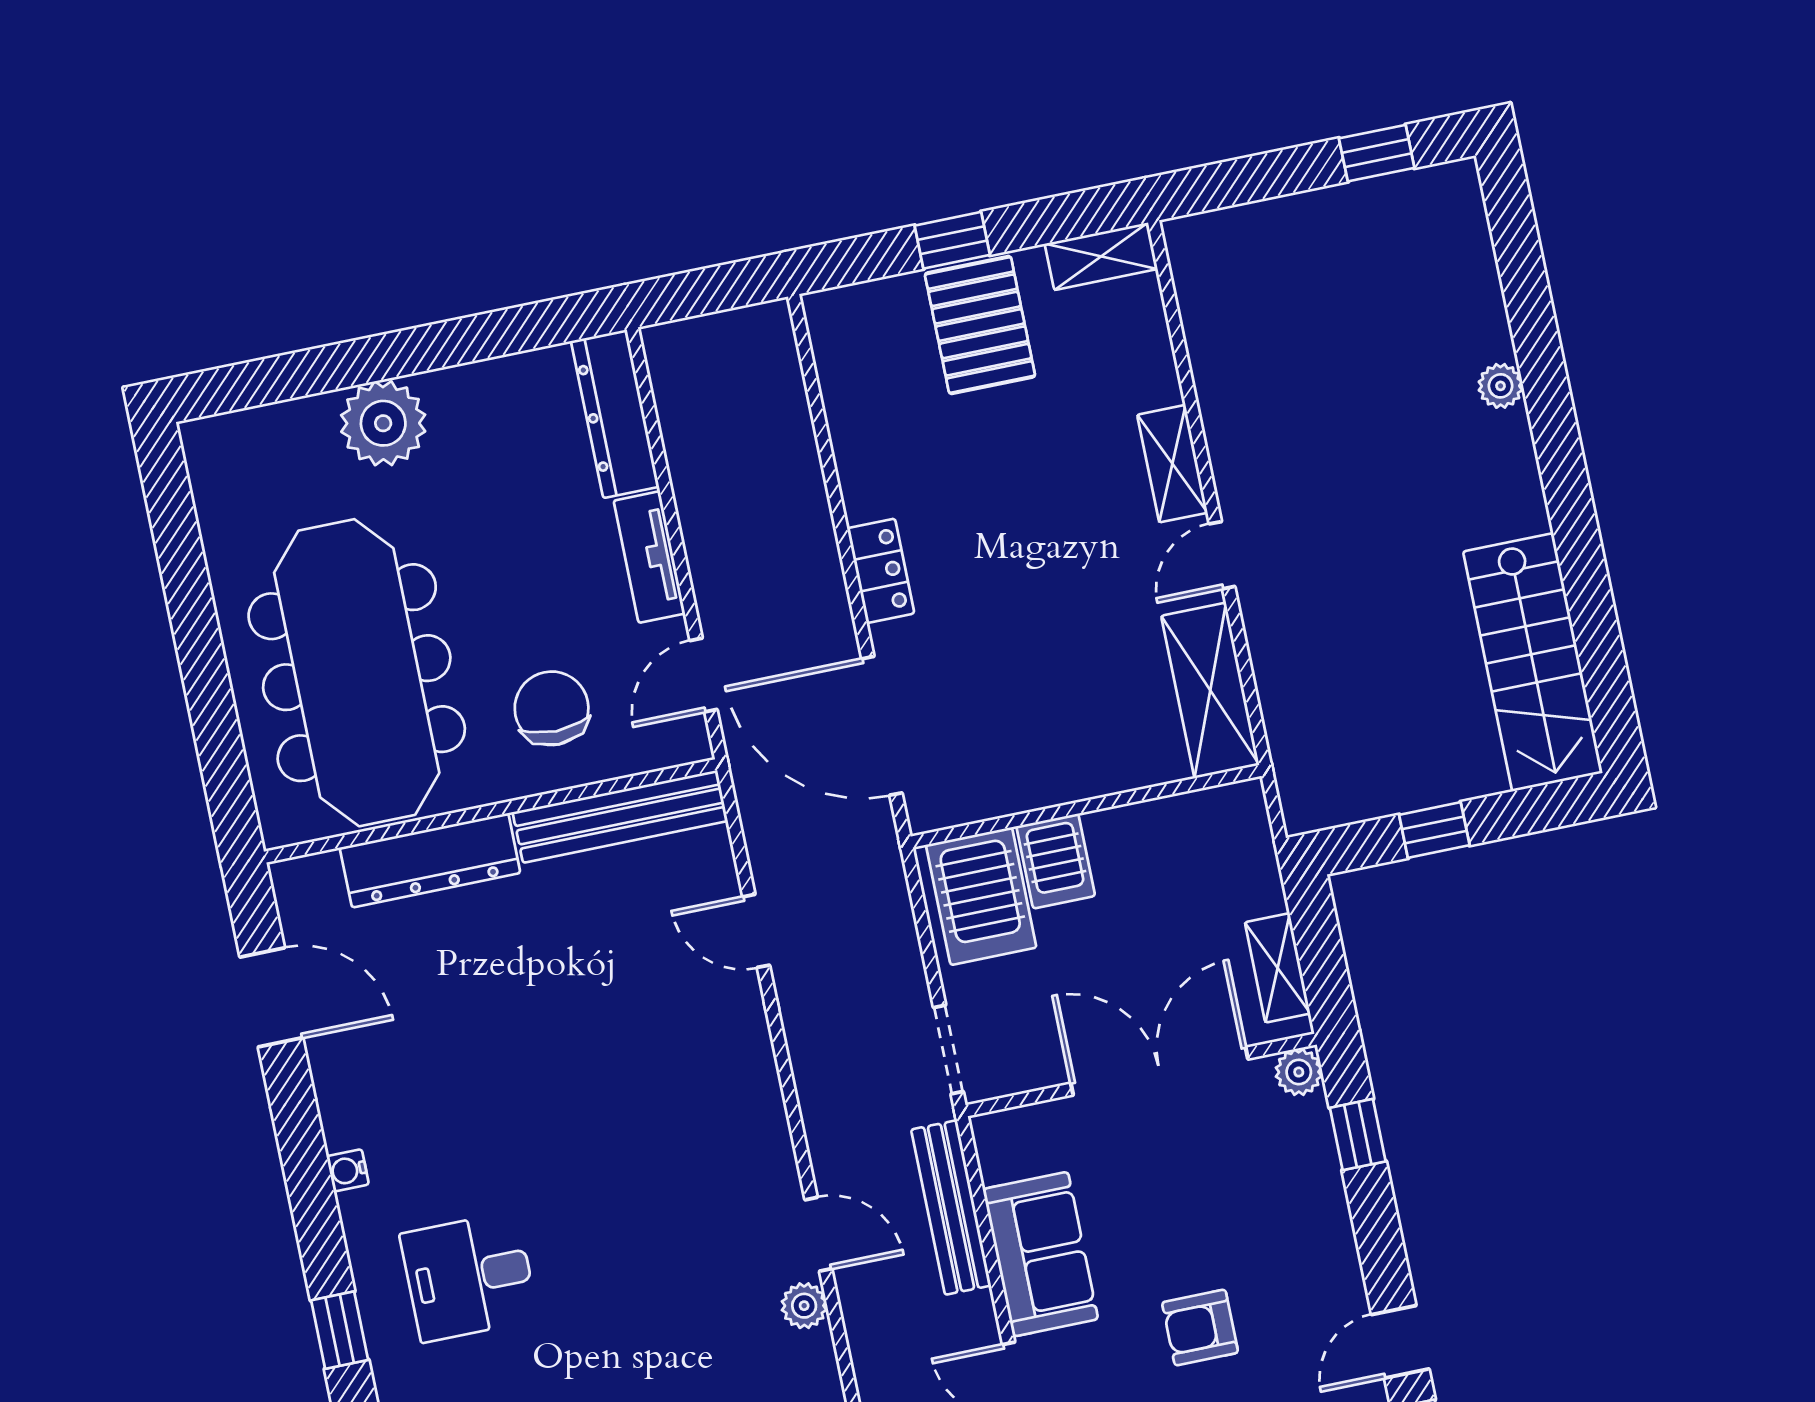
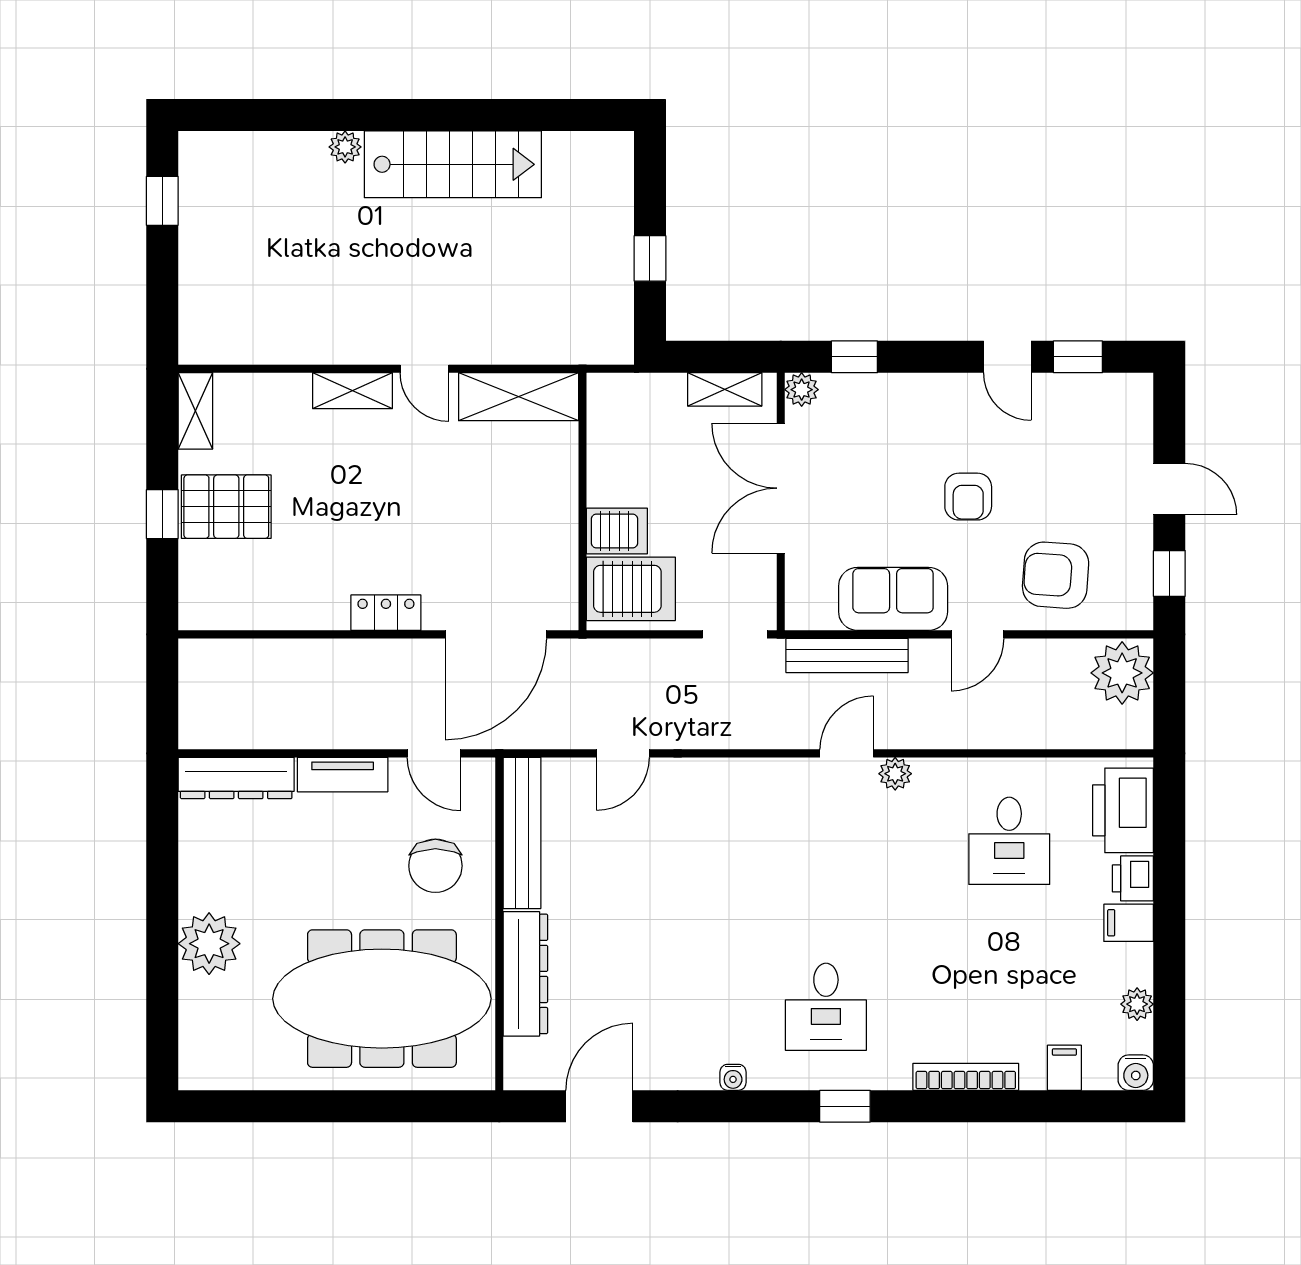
stairs: (1533, 662) -> (453, 164), moved
chair: (552, 708) -> (435, 866), turned -90

